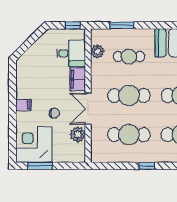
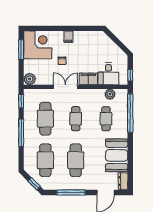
window: (122, 25) -> (130, 113), width x2.11
cafe table: (129, 96) -> (76, 119), width x0.73, depth x0.74
plant: (78, 134) -> (30, 79), moved
window: (106, 166) -> (21, 101), added
window: (147, 166) -> (21, 133), width x2.17

